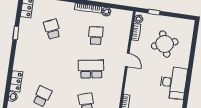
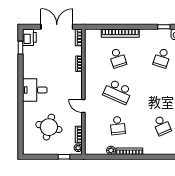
round table: (165, 44) -> (49, 127), turned 34
school desk: (91, 69) -> (118, 92), turned 33
desk: (173, 83) -> (35, 90), width x0.73

